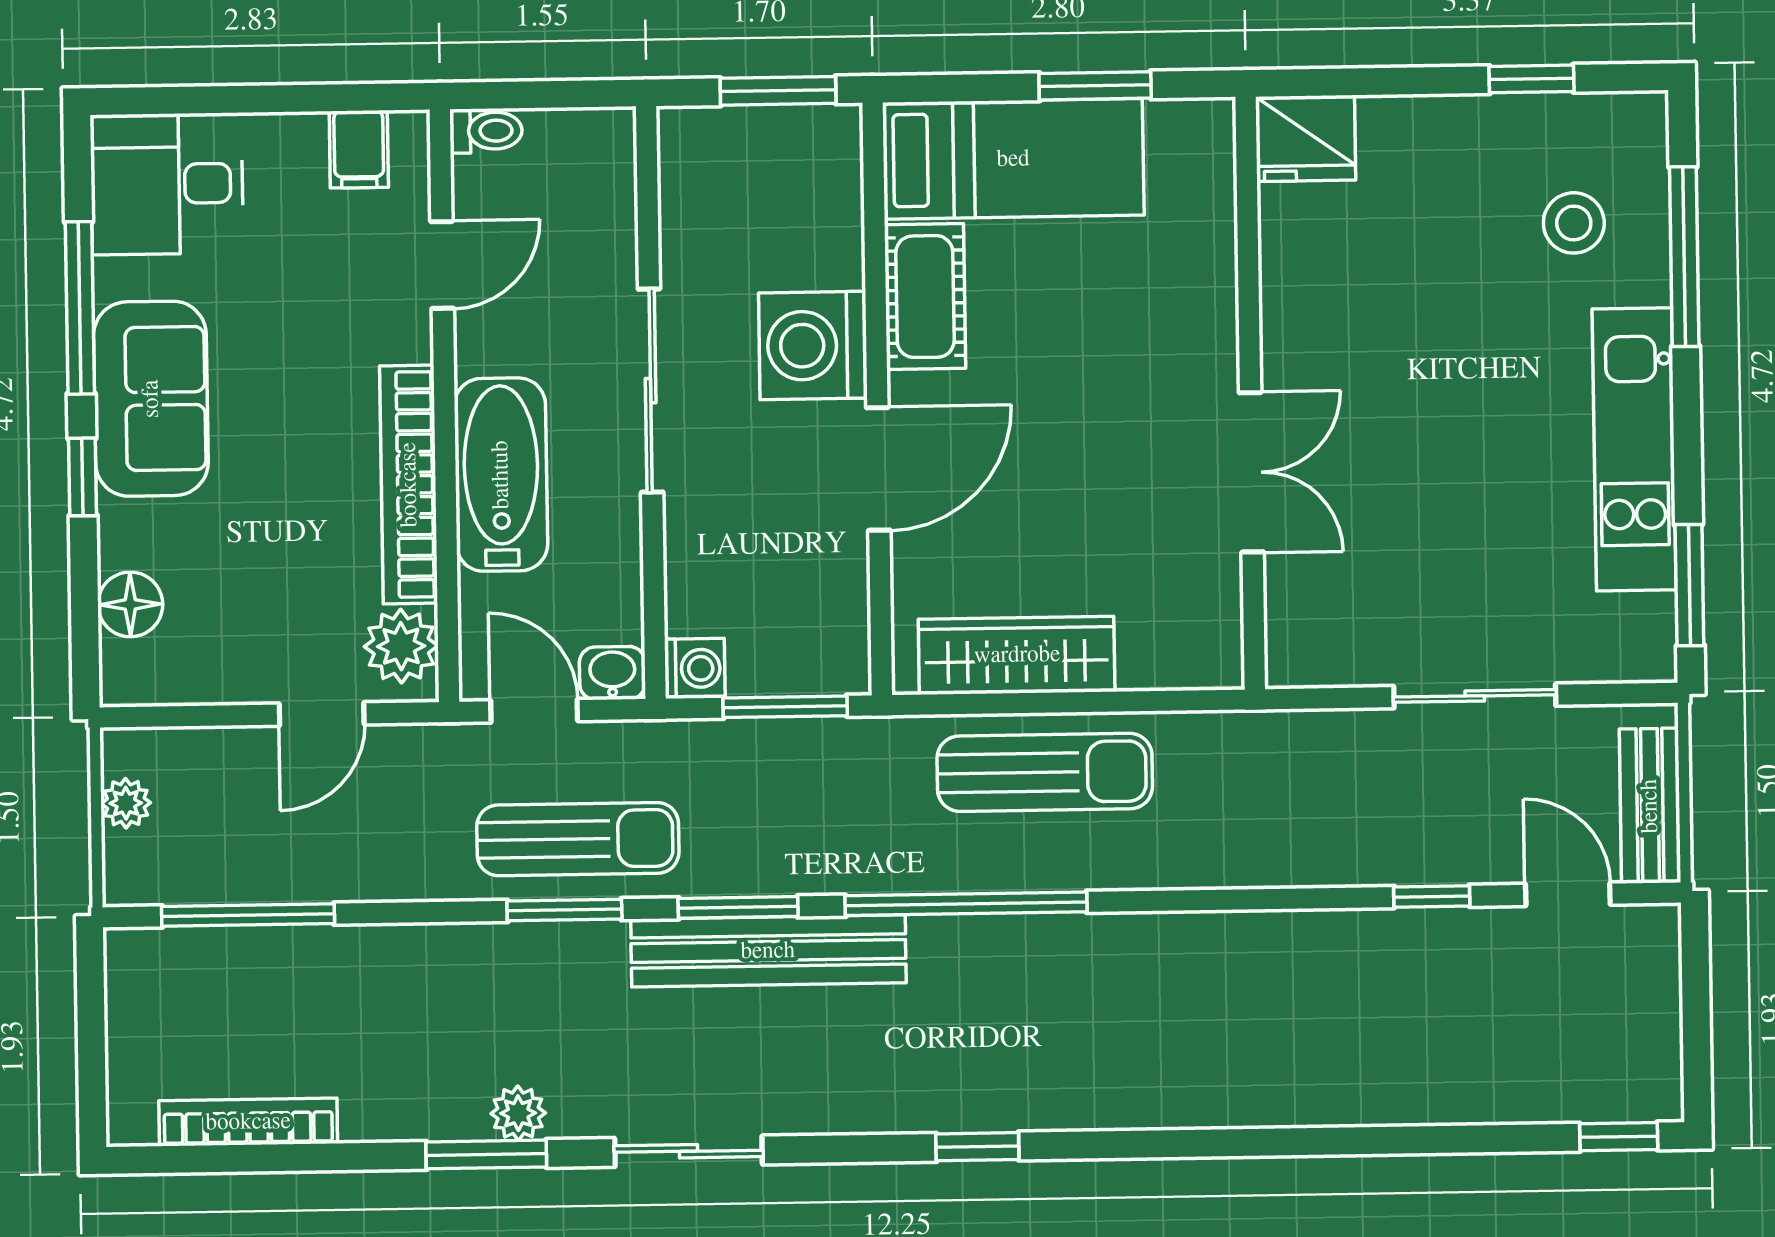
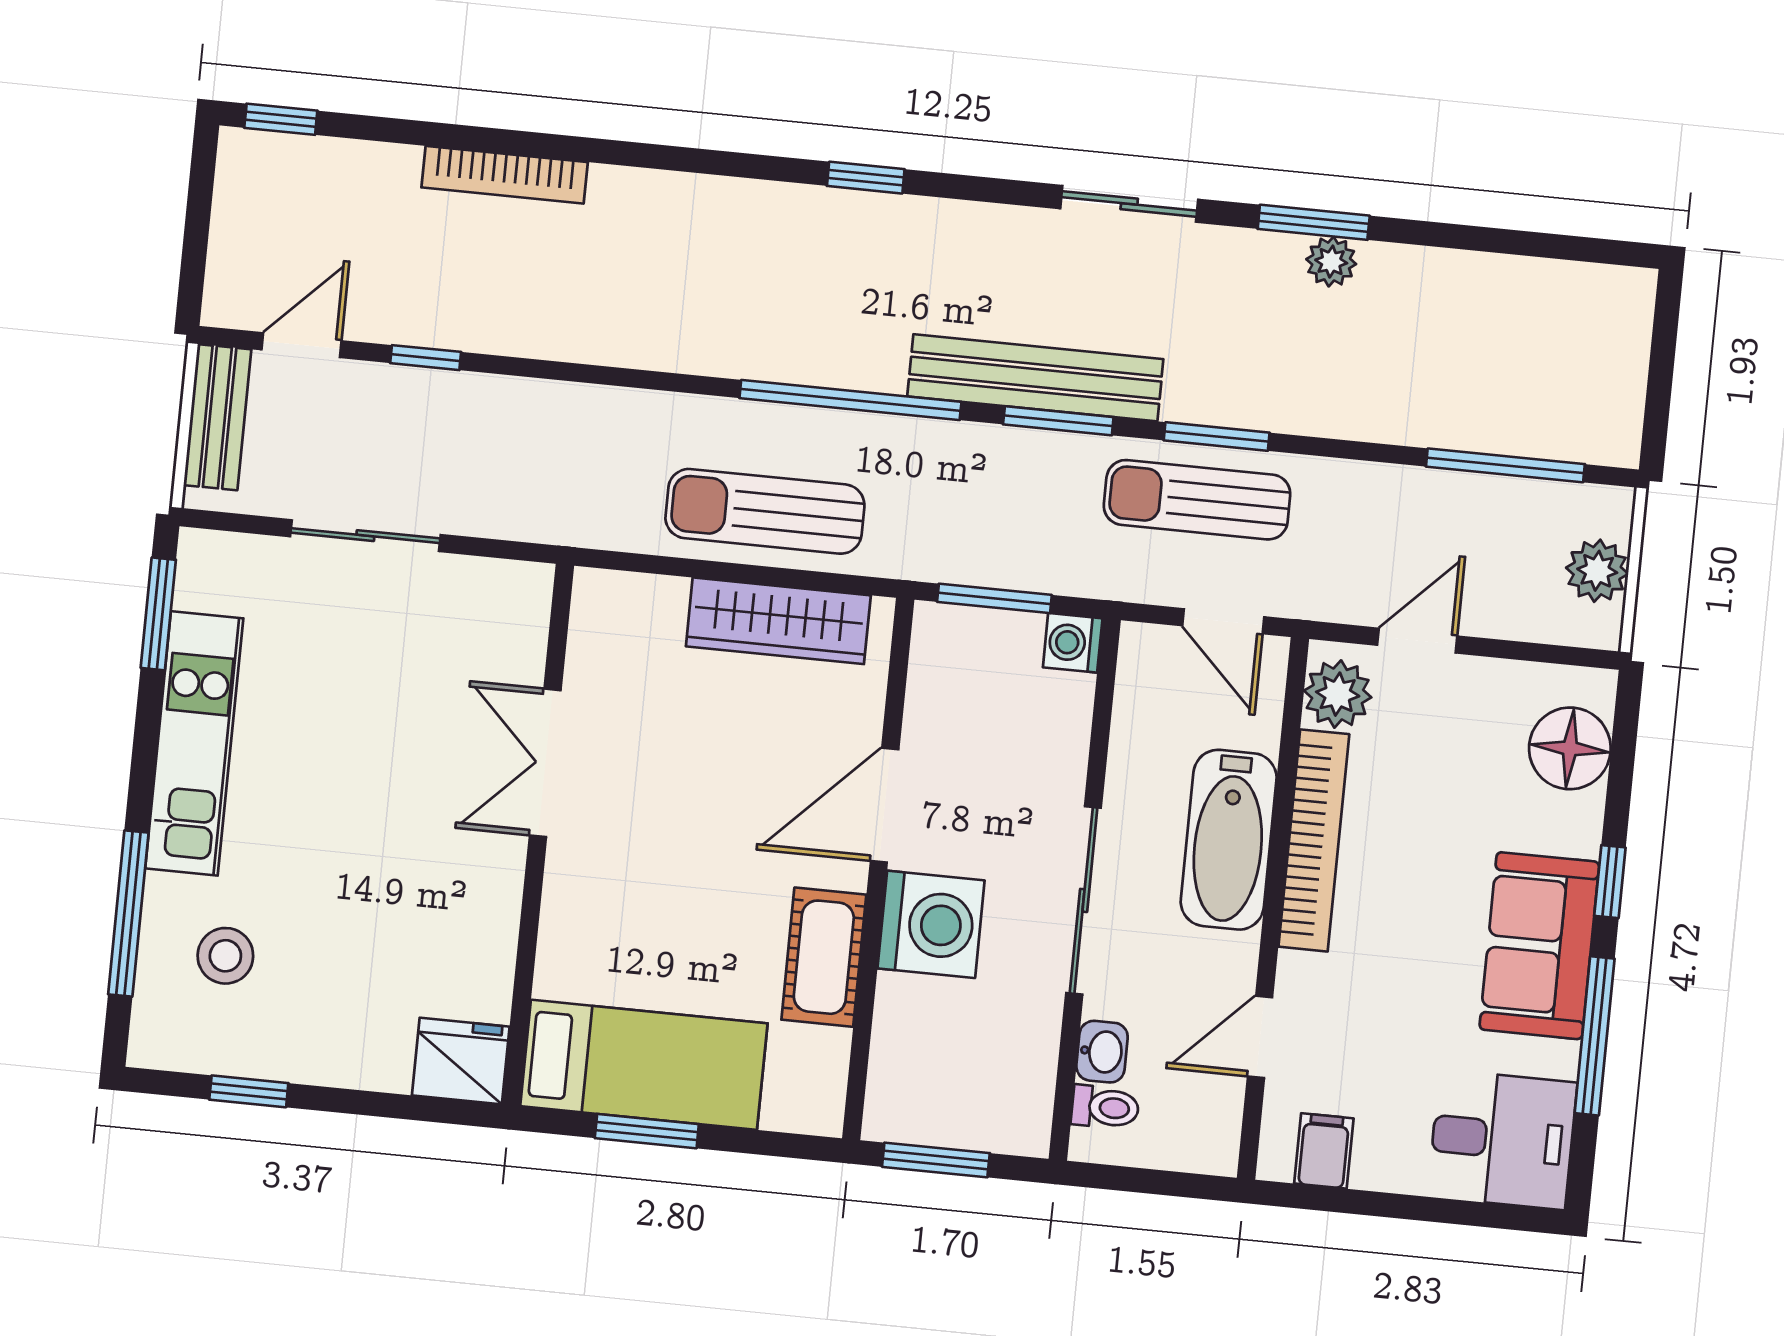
toilet: (486, 131) -> (1105, 1107), moved, turned 180
bed: (1013, 159) -> (644, 1065), moved, turned 180
floor lamp: (130, 604) -> (1570, 748), width x1.38, depth x1.38
washbasin: (612, 673) -> (1102, 1052), moved, turned -90
plant: (126, 803) -> (1597, 571), width x1.38, depth x1.38
door: (1568, 894) -> (302, 345), swing flipped
plant: (518, 1113) -> (1331, 262), moved
bookcase: (248, 1122) -> (505, 175), moved

